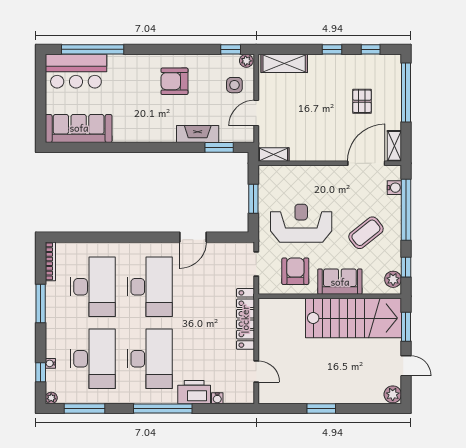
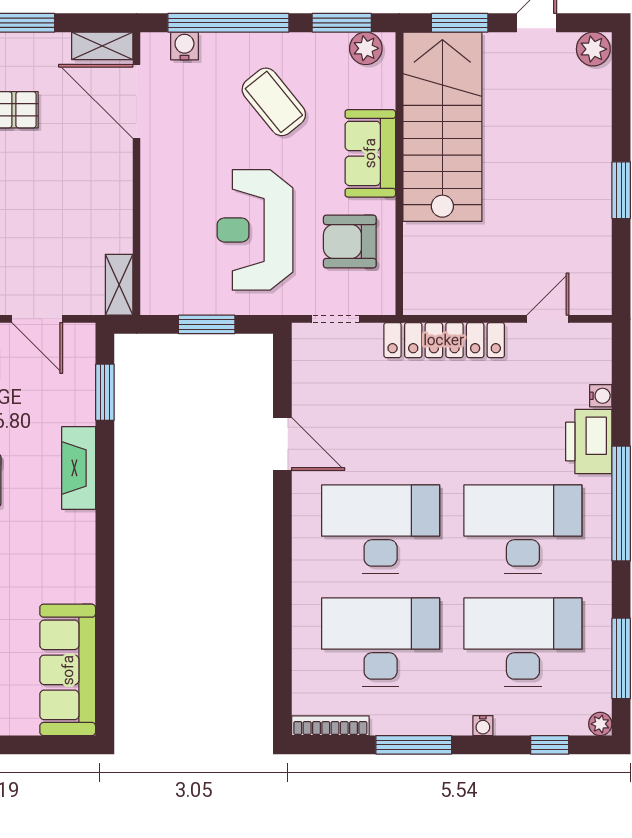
fireplace: (198, 134) -> (79, 468), moved
window: (406, 267) -> (342, 23), width x1.50
water cooler: (50, 363) -> (483, 726), moved

